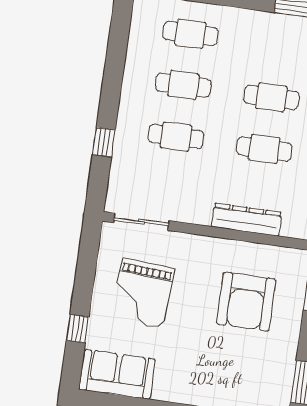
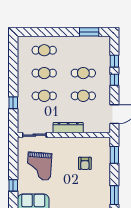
dresser: (247, 220) -> (68, 128), moved
armchair: (246, 302) -> (85, 163), width x0.53, depth x0.53

